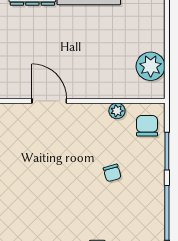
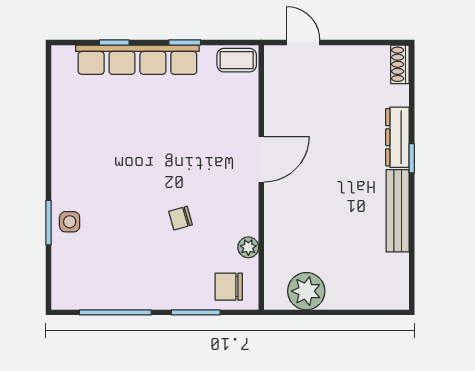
chair: (147, 126) -> (229, 287), turned 180
chair: (112, 173) -> (181, 218), moved

